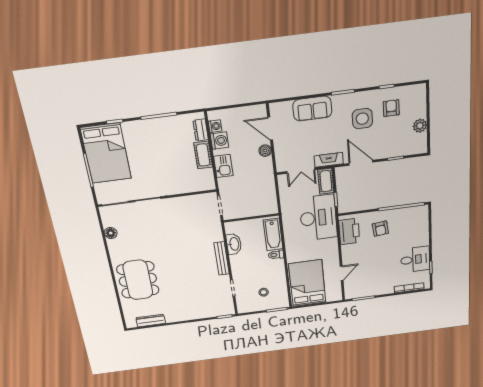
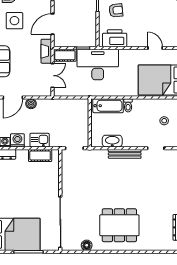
cot: (203, 155) -> (40, 156), moved
dining table: (138, 280) -> (119, 225), moved

